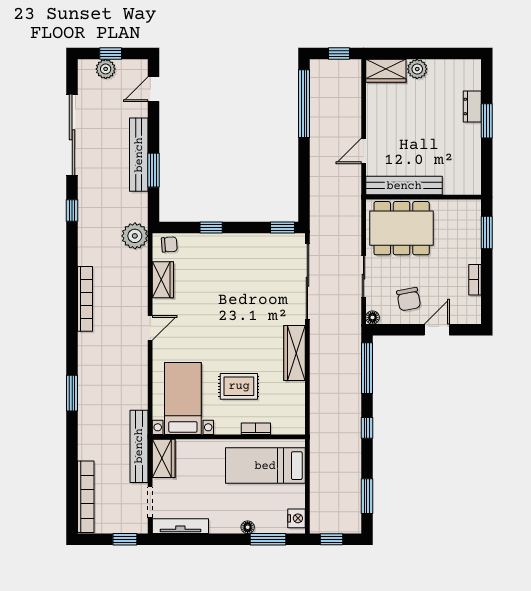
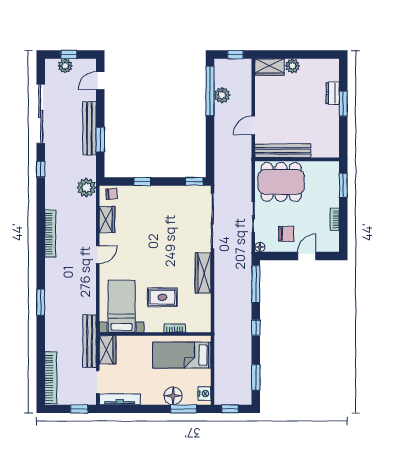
plant: (321, 109) -> (222, 95), added
chair: (409, 299) -> (286, 234), turned -79
floor lamp: (248, 527) -> (173, 396), width x1.89, depth x1.89

